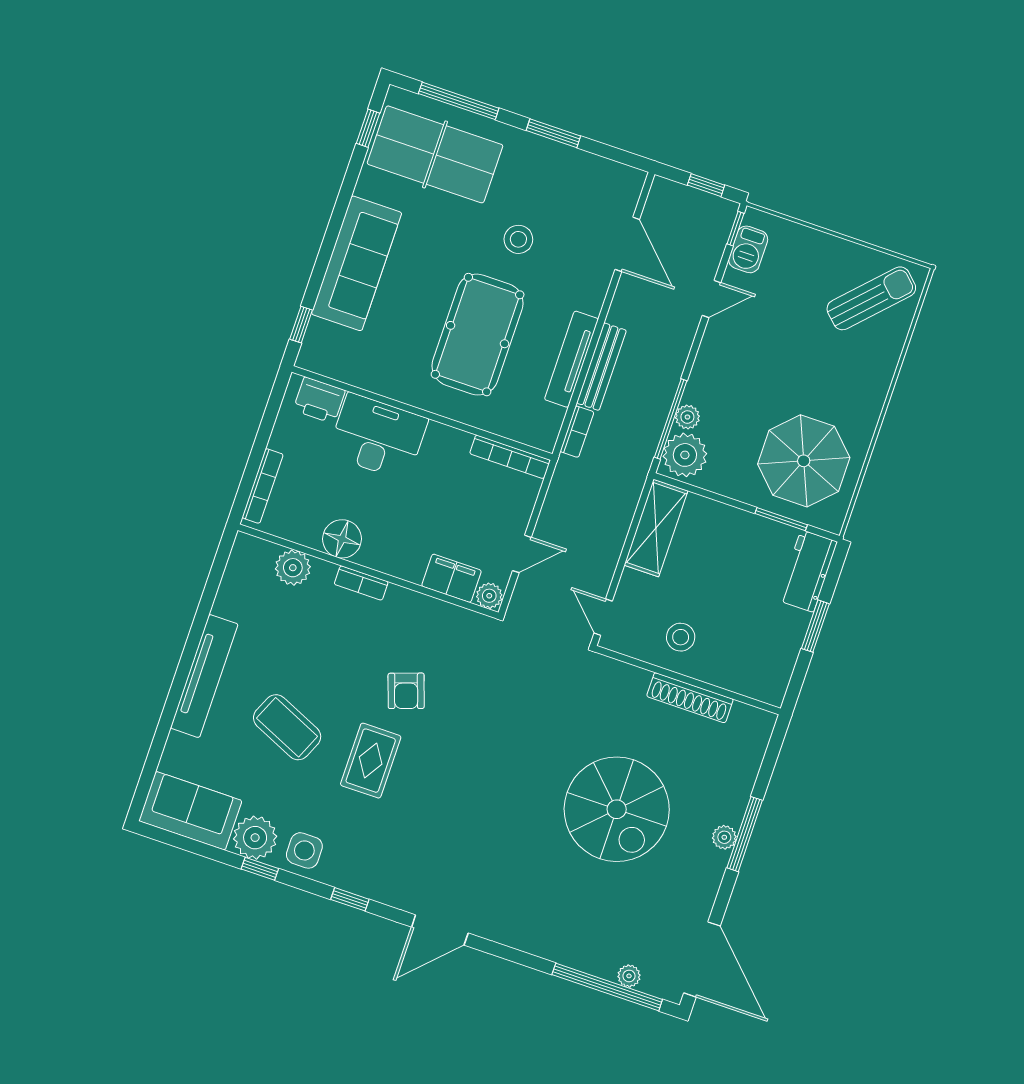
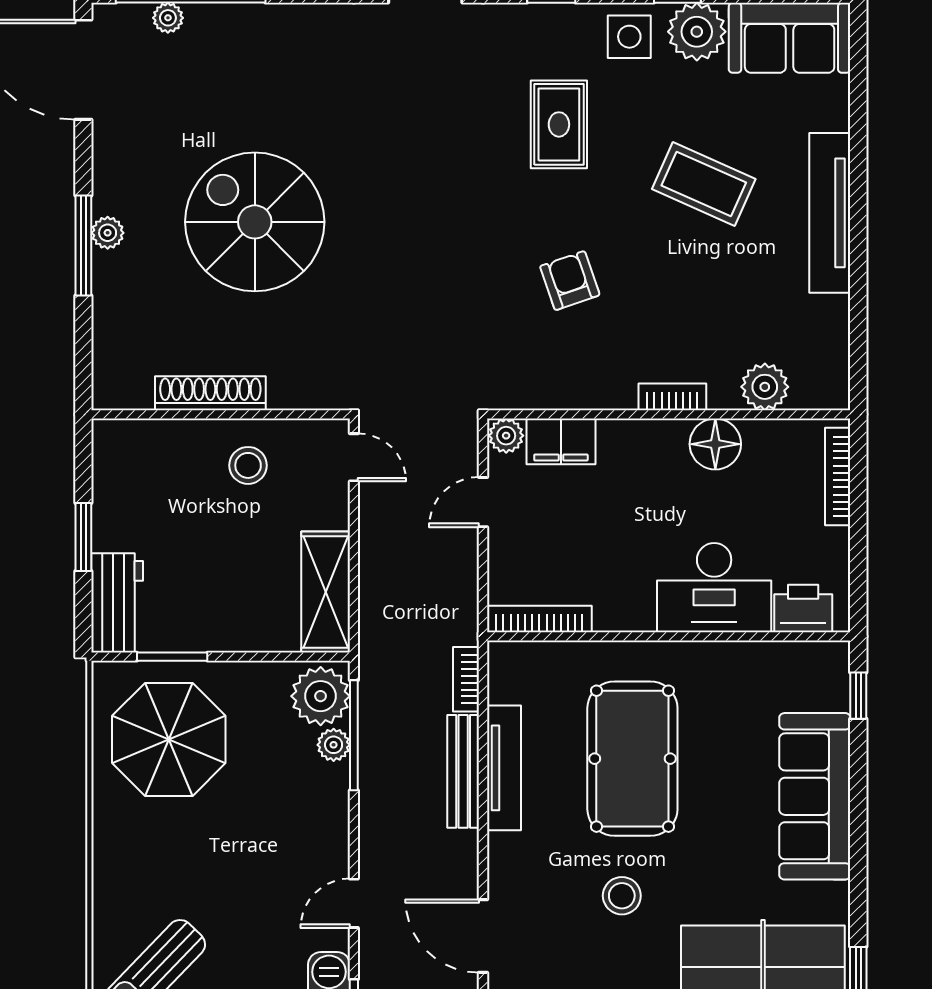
rug: (371, 761) -> (559, 124), moved

